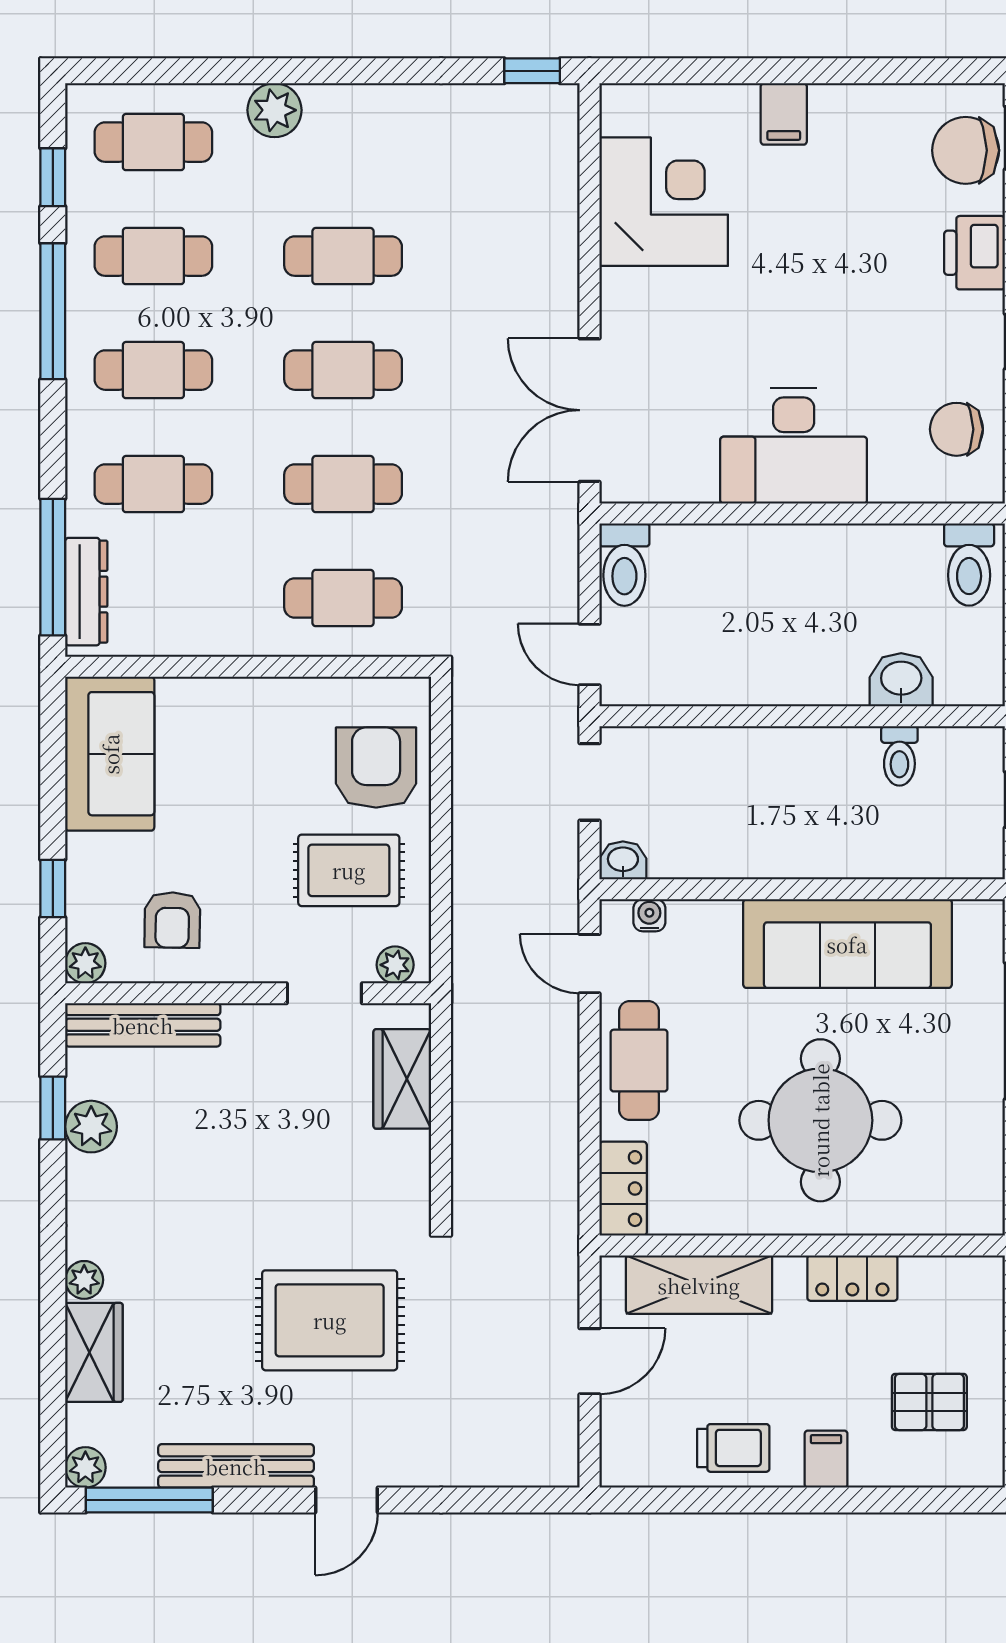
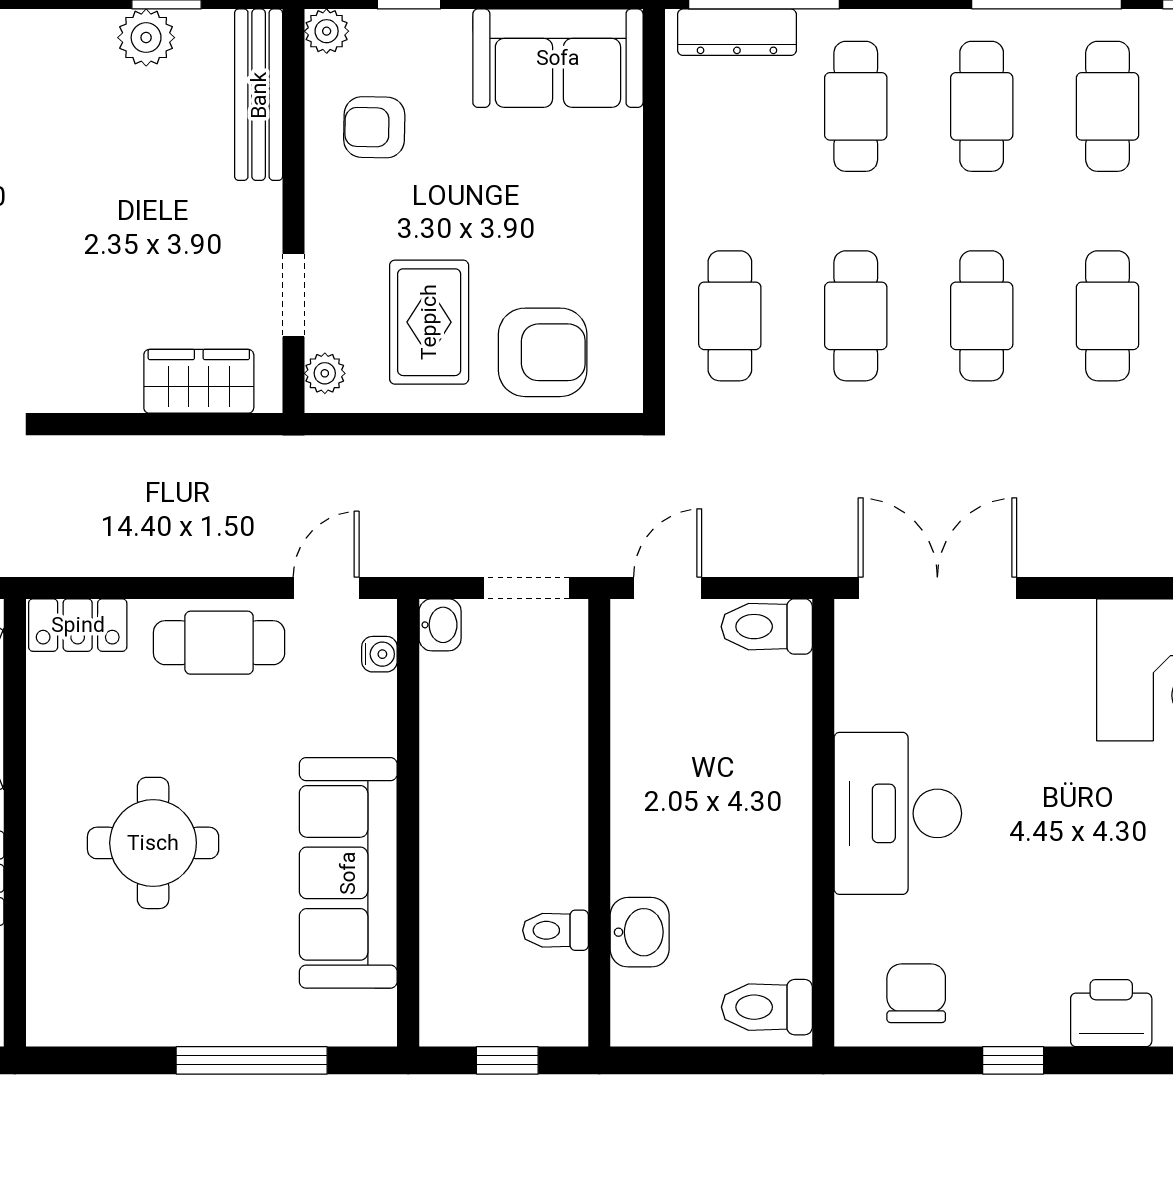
round table: (820, 1120) -> (153, 843), width x0.73, depth x0.73

